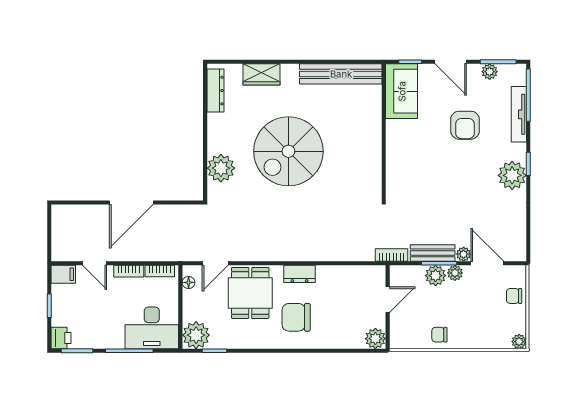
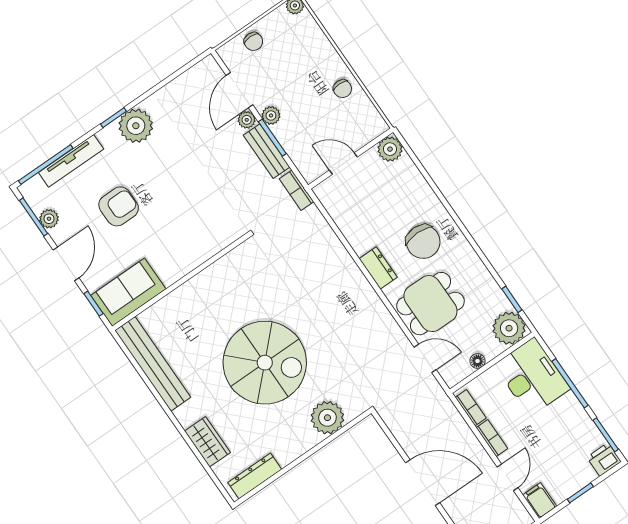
plant: (436, 276) -> (287, 133), removed
floor lamp: (189, 282) -> (477, 361), moved

